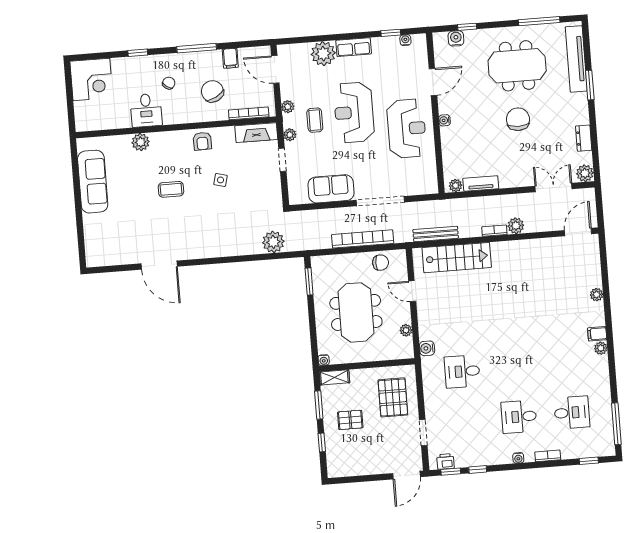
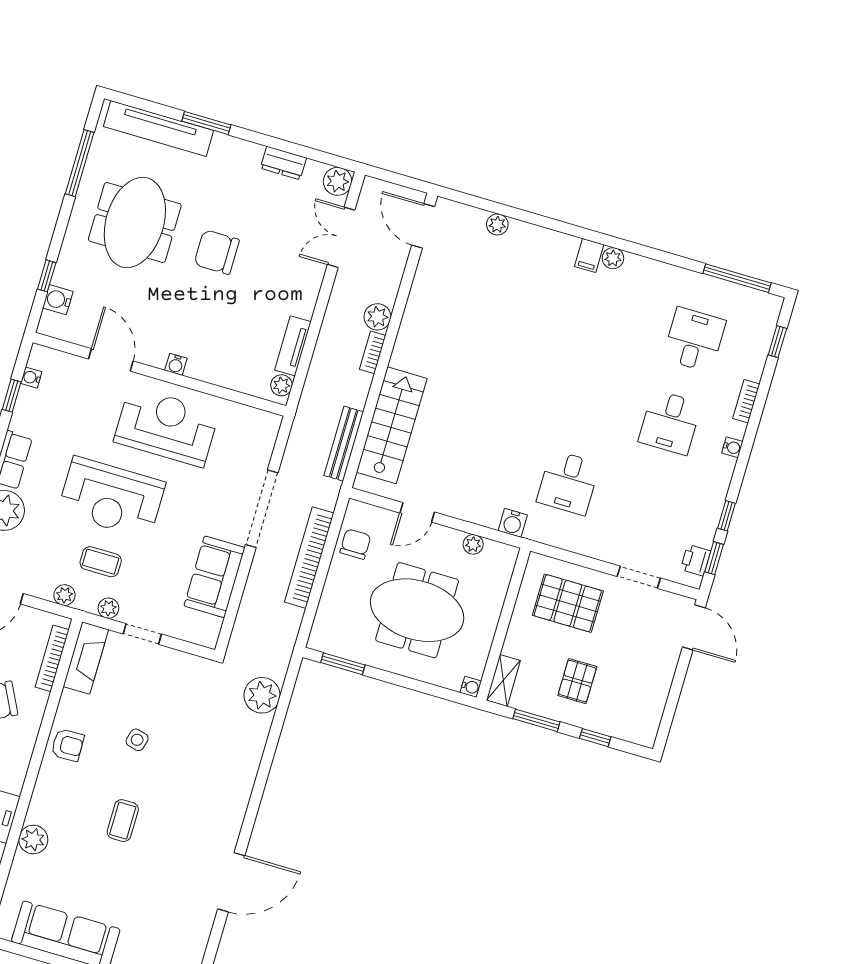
plant: (597, 295) -> (497, 224), moved

